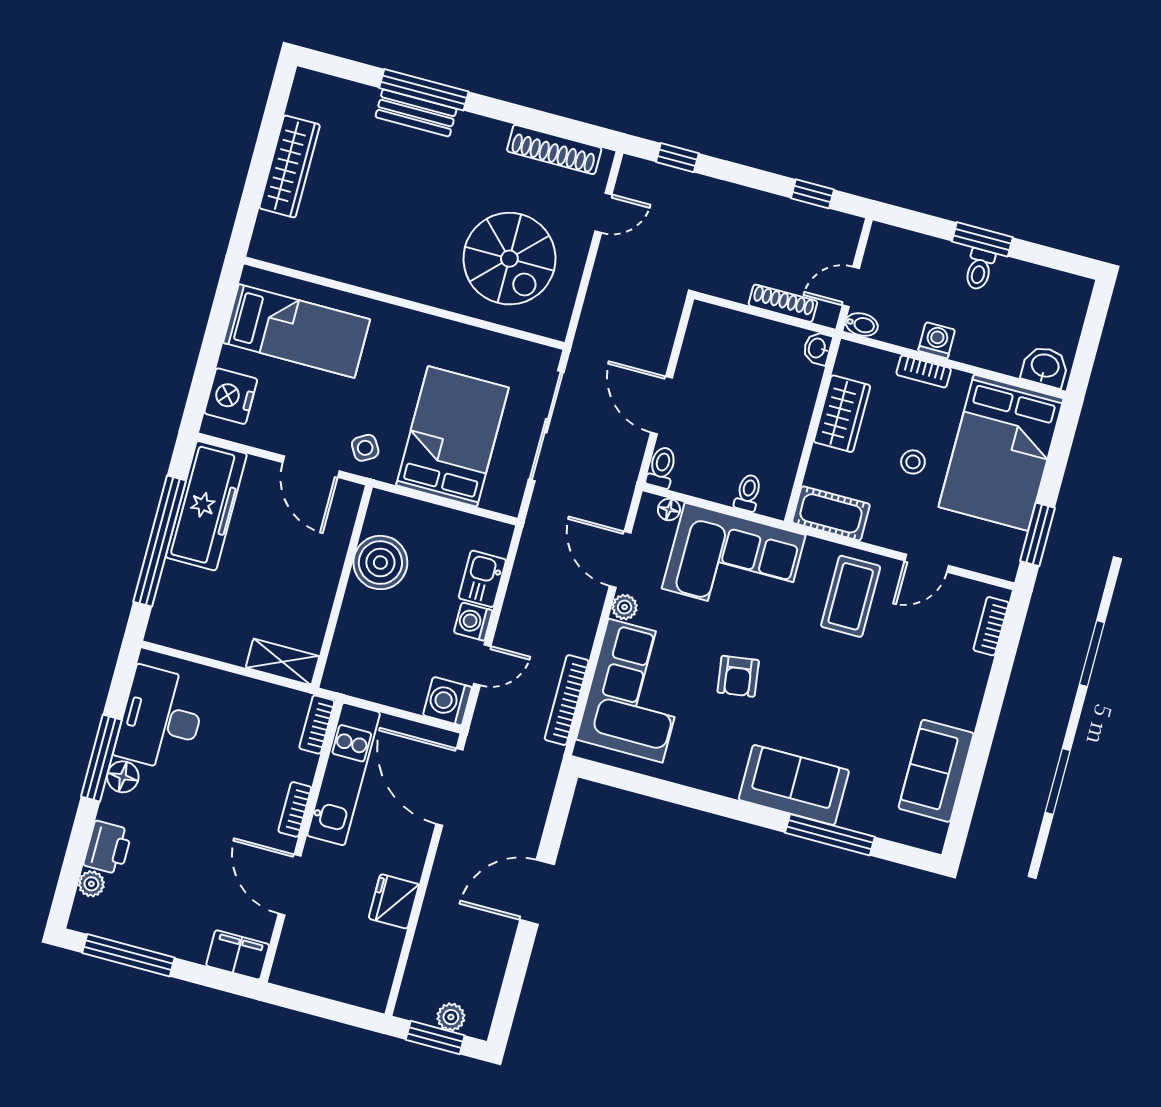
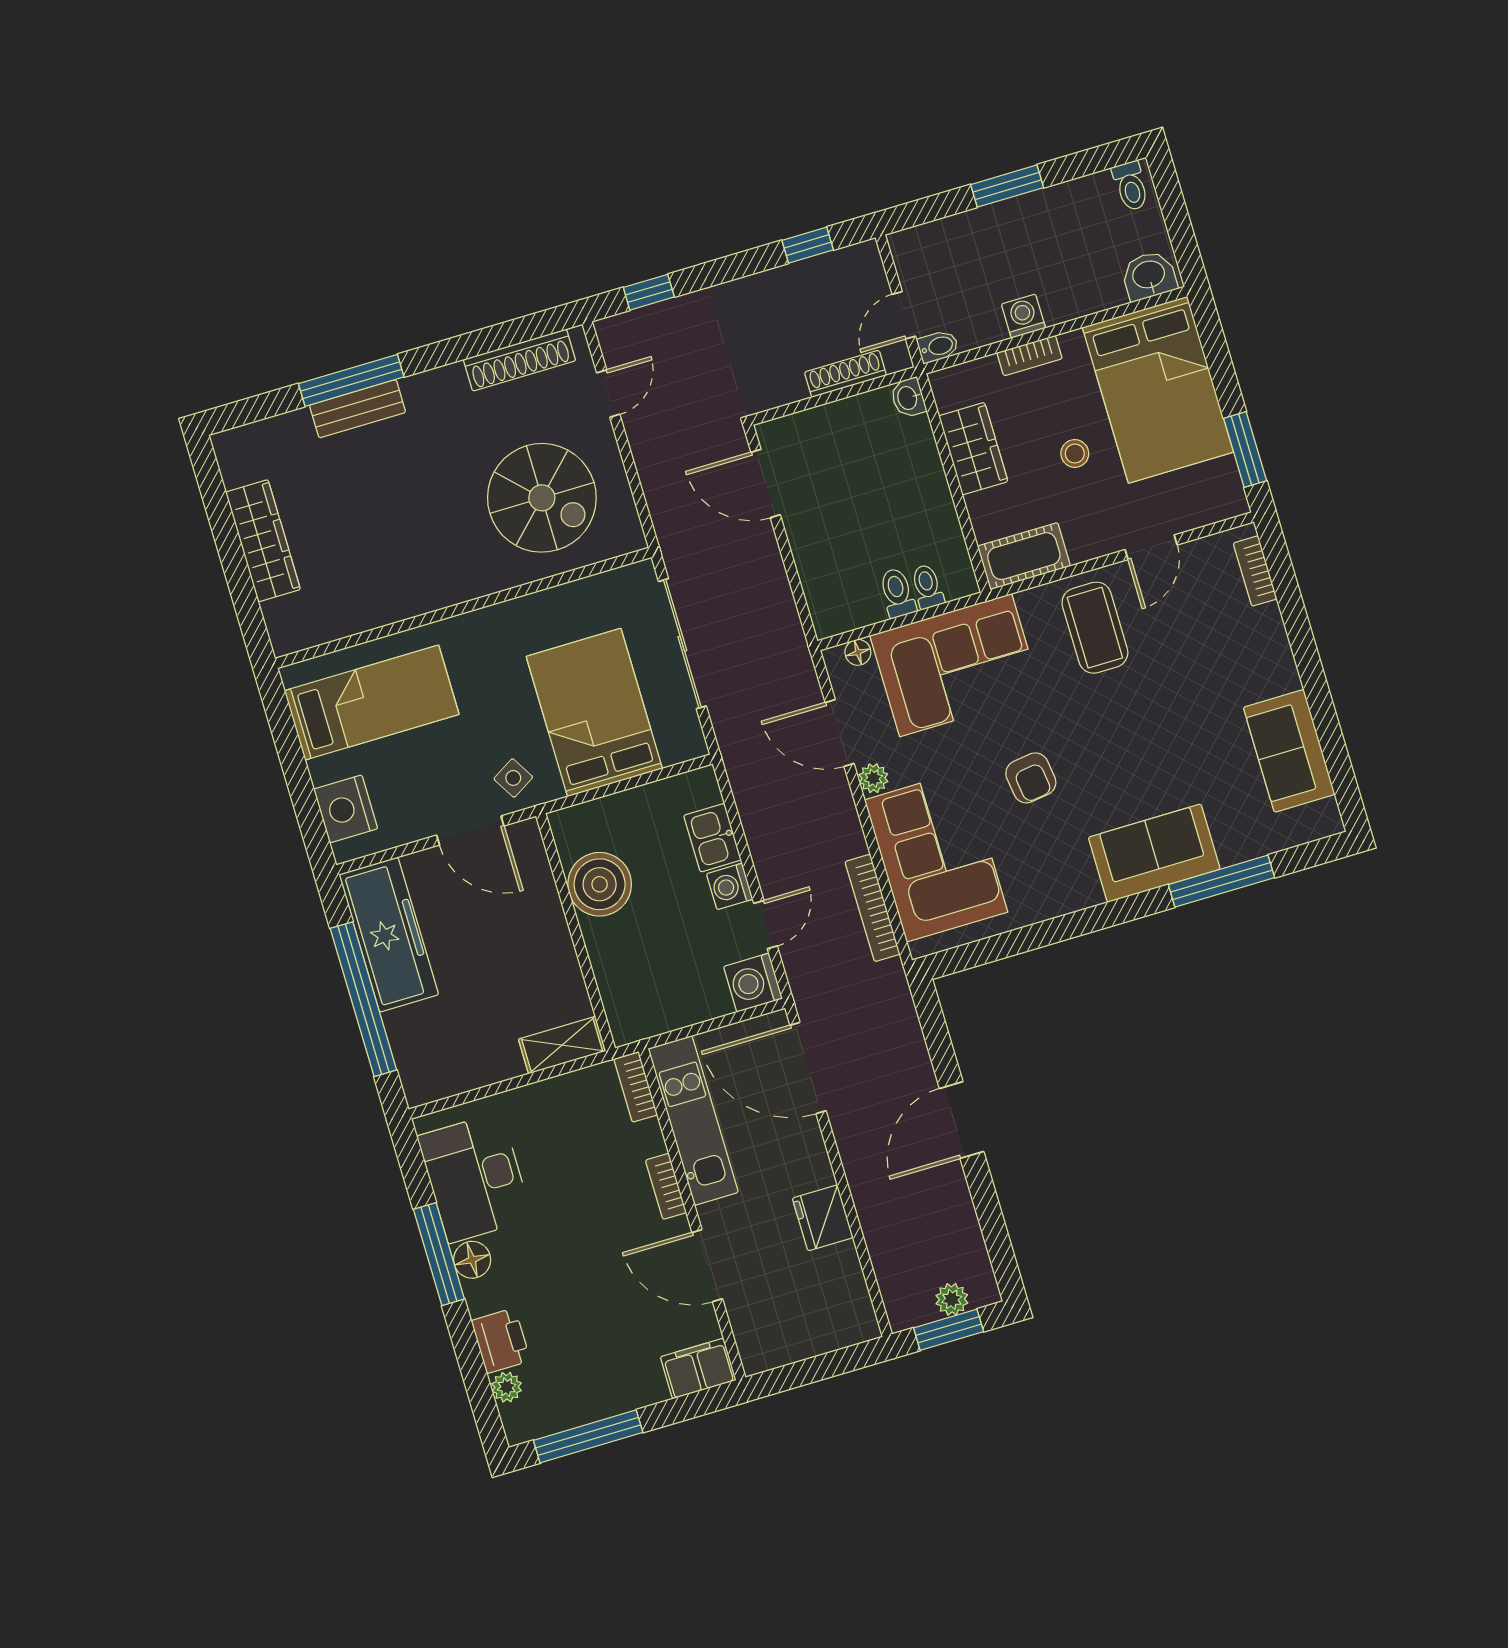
toilet: (979, 269) -> (1131, 186), moved
door: (661, 405) -> (766, 484), moved
toilet: (662, 467) -> (897, 593), moved

